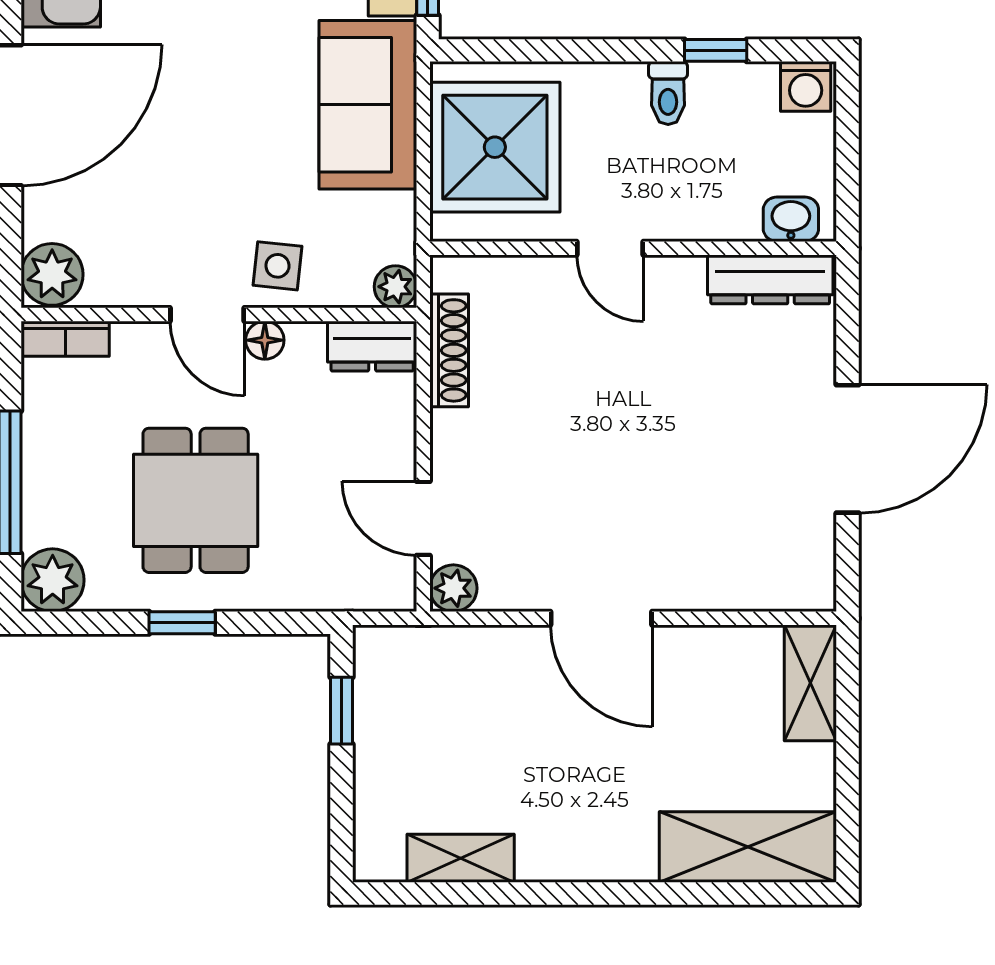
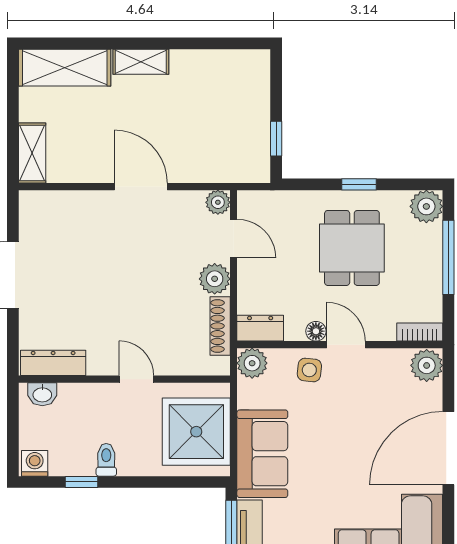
plant: (395, 287) -> (252, 363), width x1.38, depth x1.38
plant: (460, 441) -> (215, 279), added
shelving: (461, 858) -> (141, 62), moved

